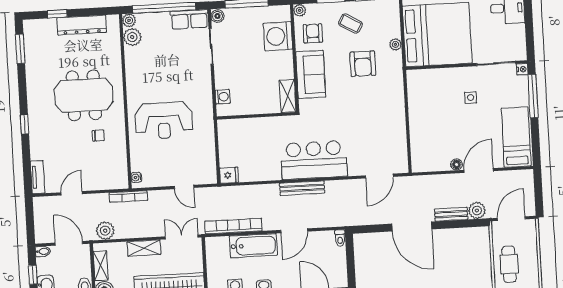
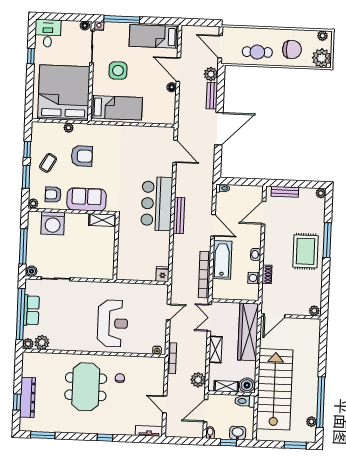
row of seats: (189, 19) -> (31, 310), moved
dresser: (82, 25) -> (28, 397), moved
floor lamp: (521, 52) -> (85, 26), added
washing machine: (223, 97) -> (98, 273), removed
side table: (471, 98) -> (118, 71), width x1.87, depth x1.87
bed: (425, 100) -> (116, 108), added

